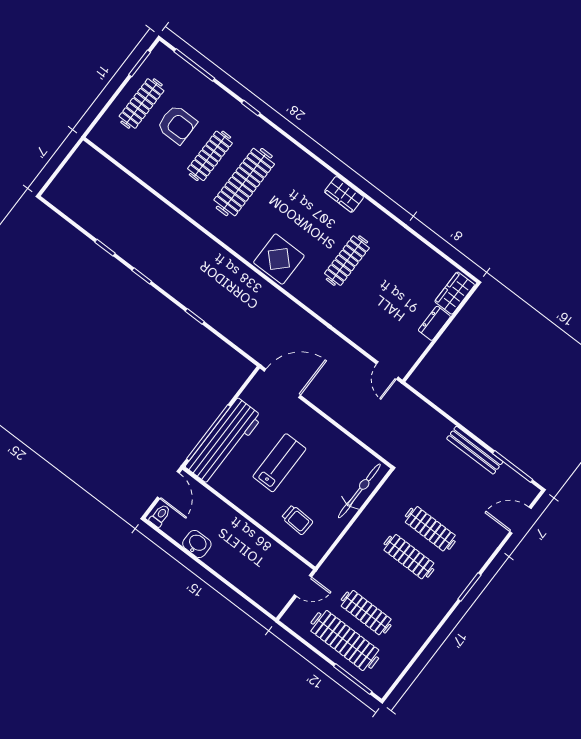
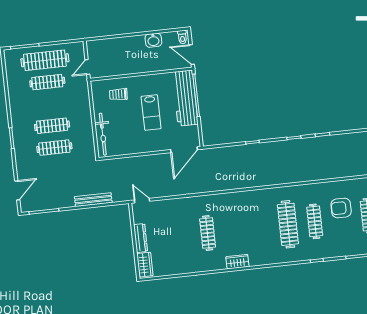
armchair: (177, 124) -> (341, 208), moved
display table: (279, 259) -> (239, 204), removed
dresser: (434, 323) -> (141, 238), width x1.44
bench: (475, 450) -> (93, 200), moved

